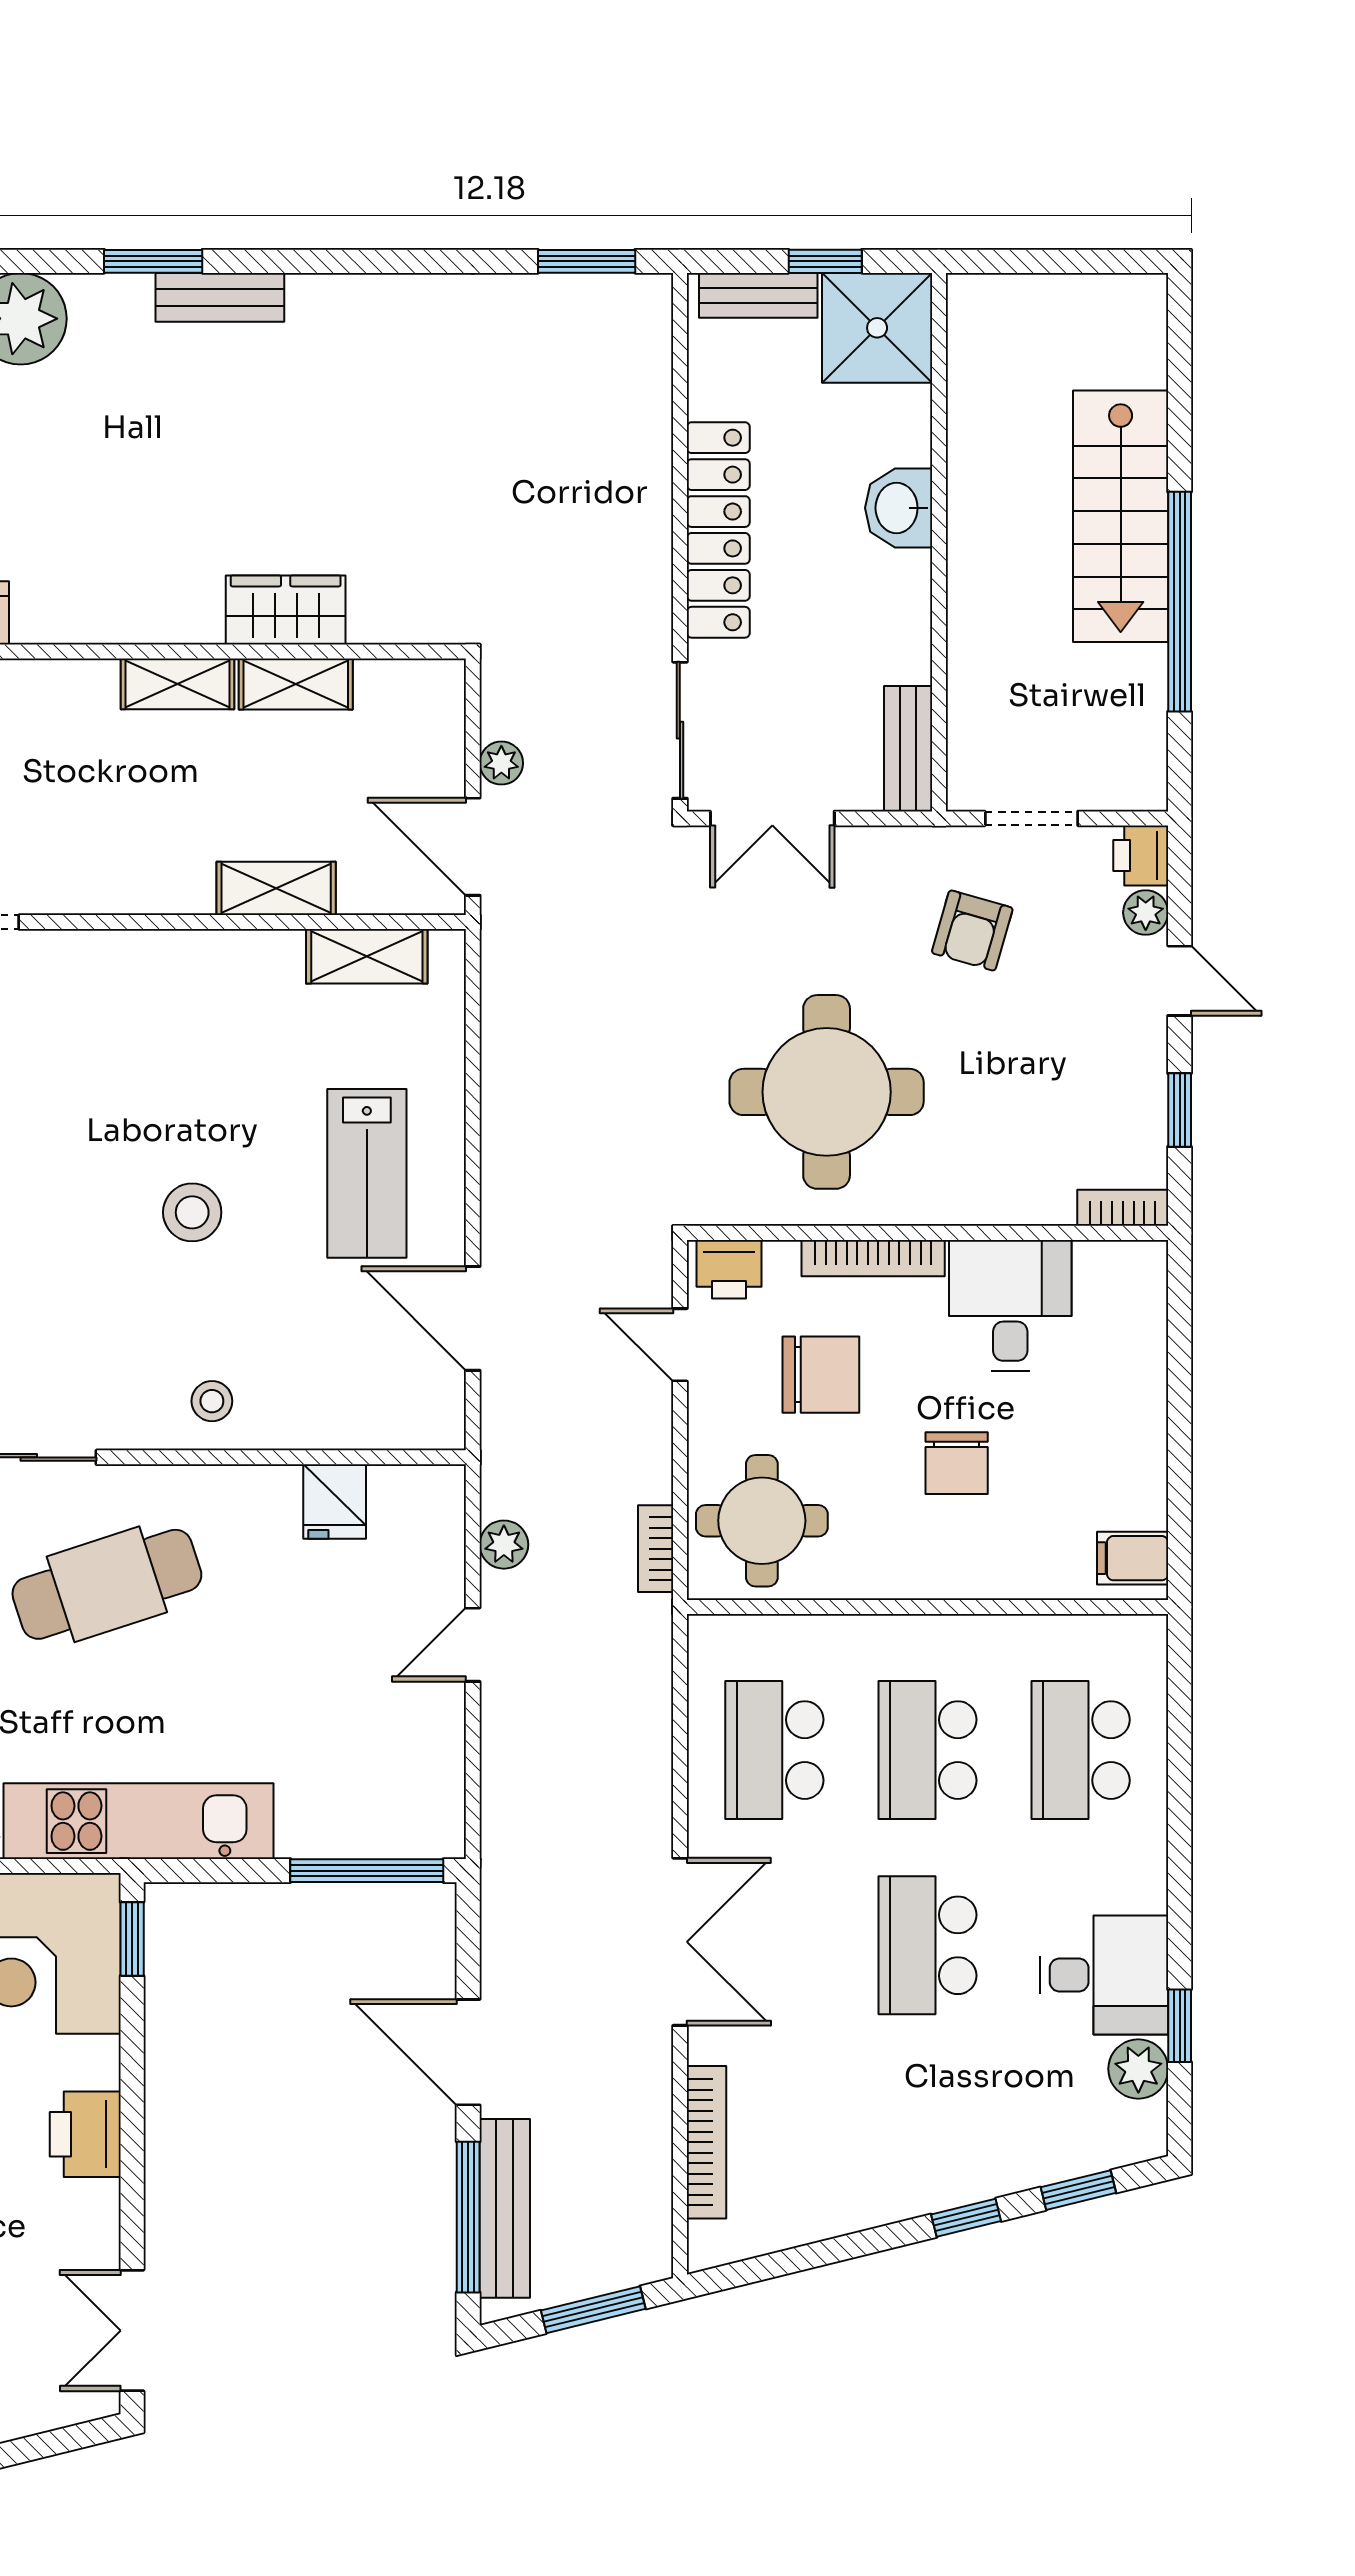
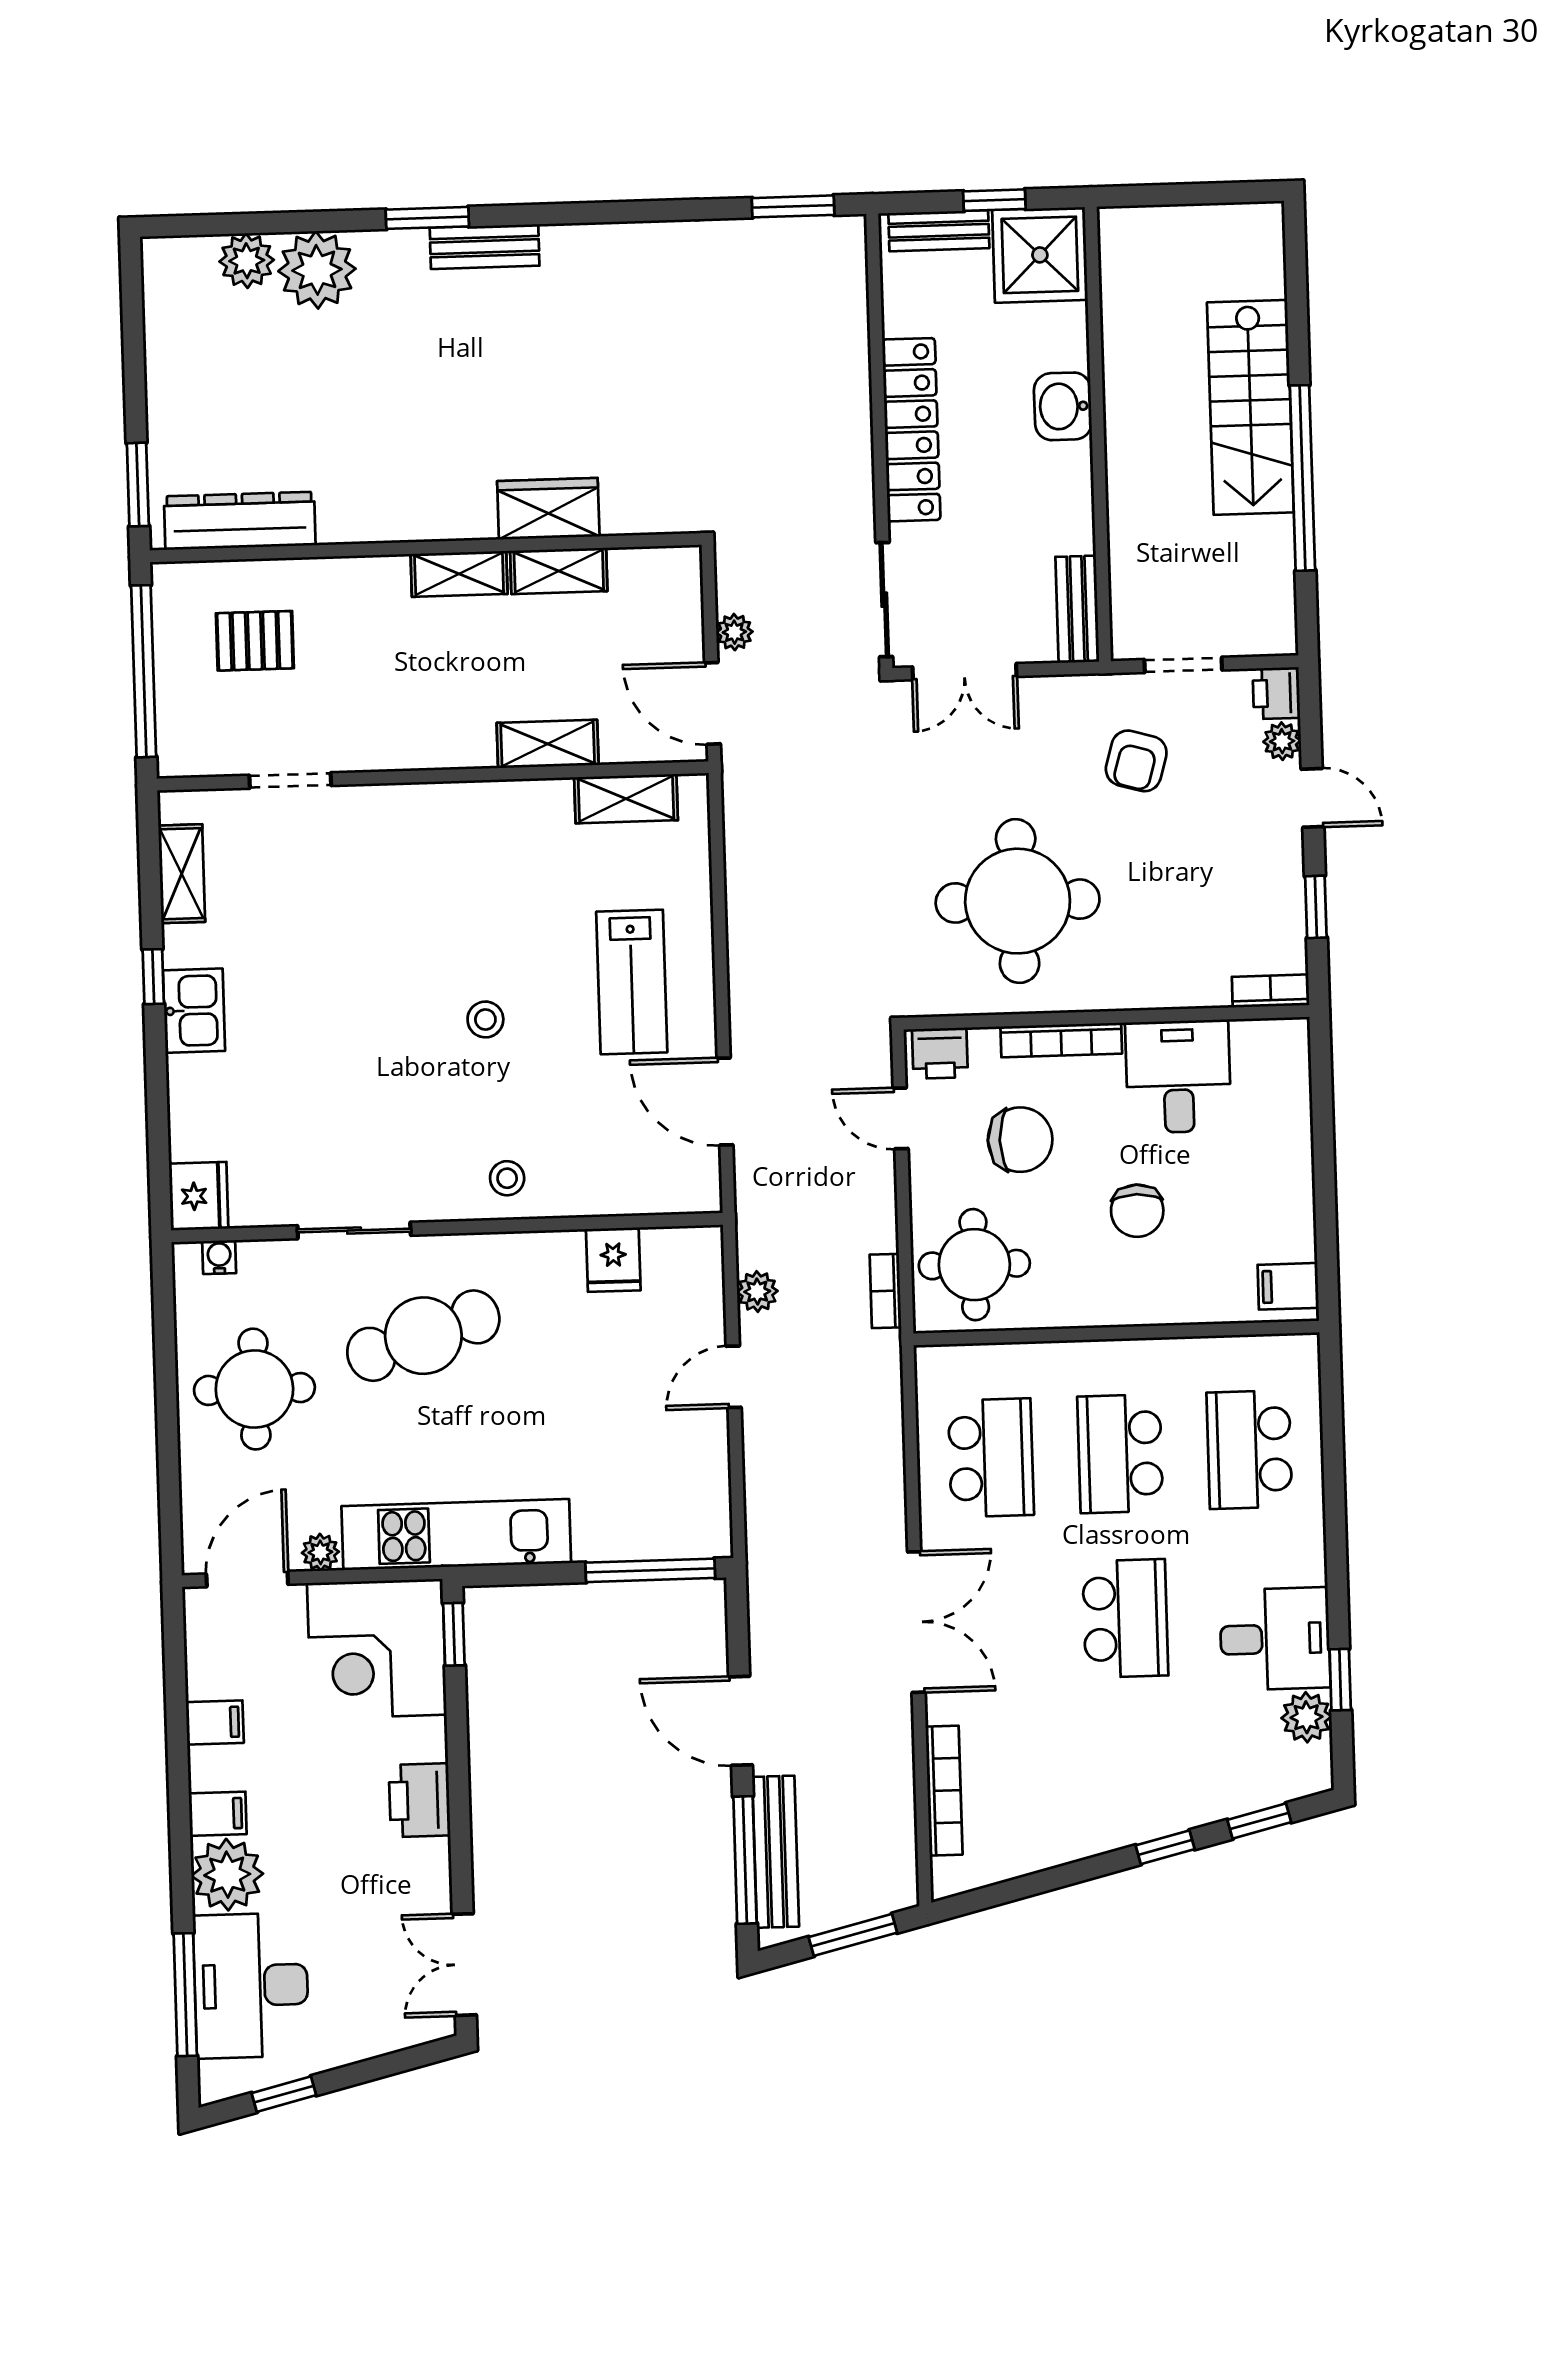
stool: (192, 1212) -> (485, 1019), width x0.73, depth x0.73
school desk: (774, 1750) -> (991, 1458), turned 180
school desk: (927, 1945) -> (1125, 1618), turned 180

